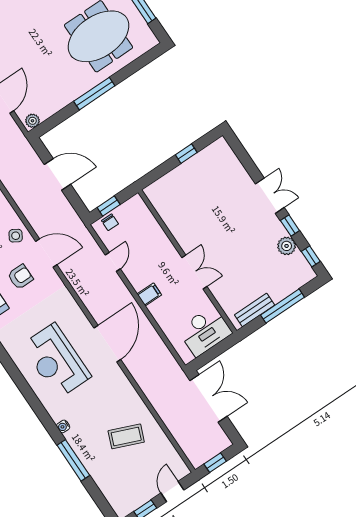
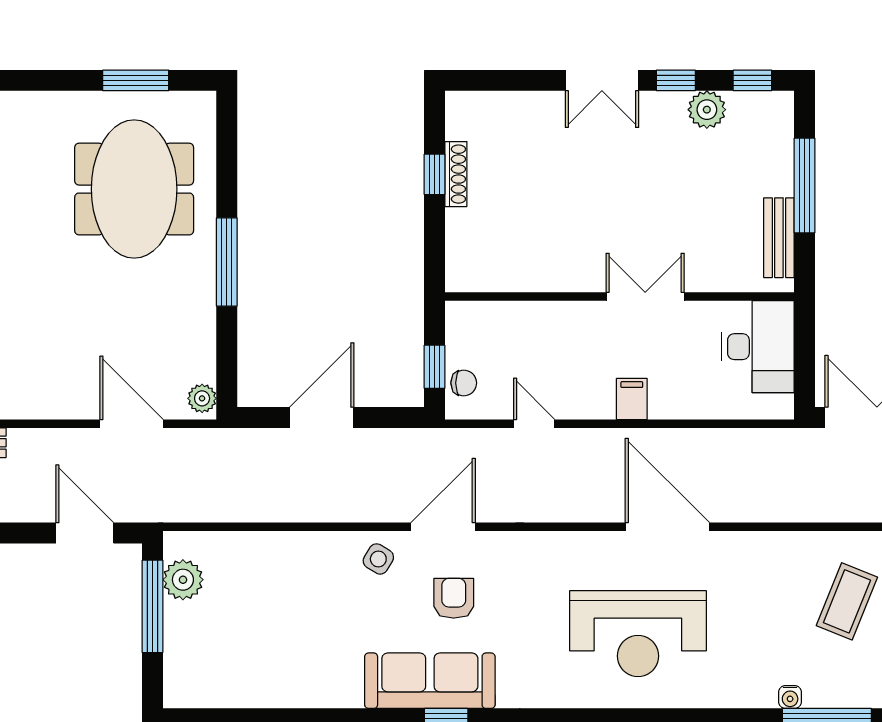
shoe rack: (192, 162) -> (456, 174), added
double door: (270, 196) -> (602, 80), swing flipped
water cooler: (63, 426) -> (790, 697), moved

